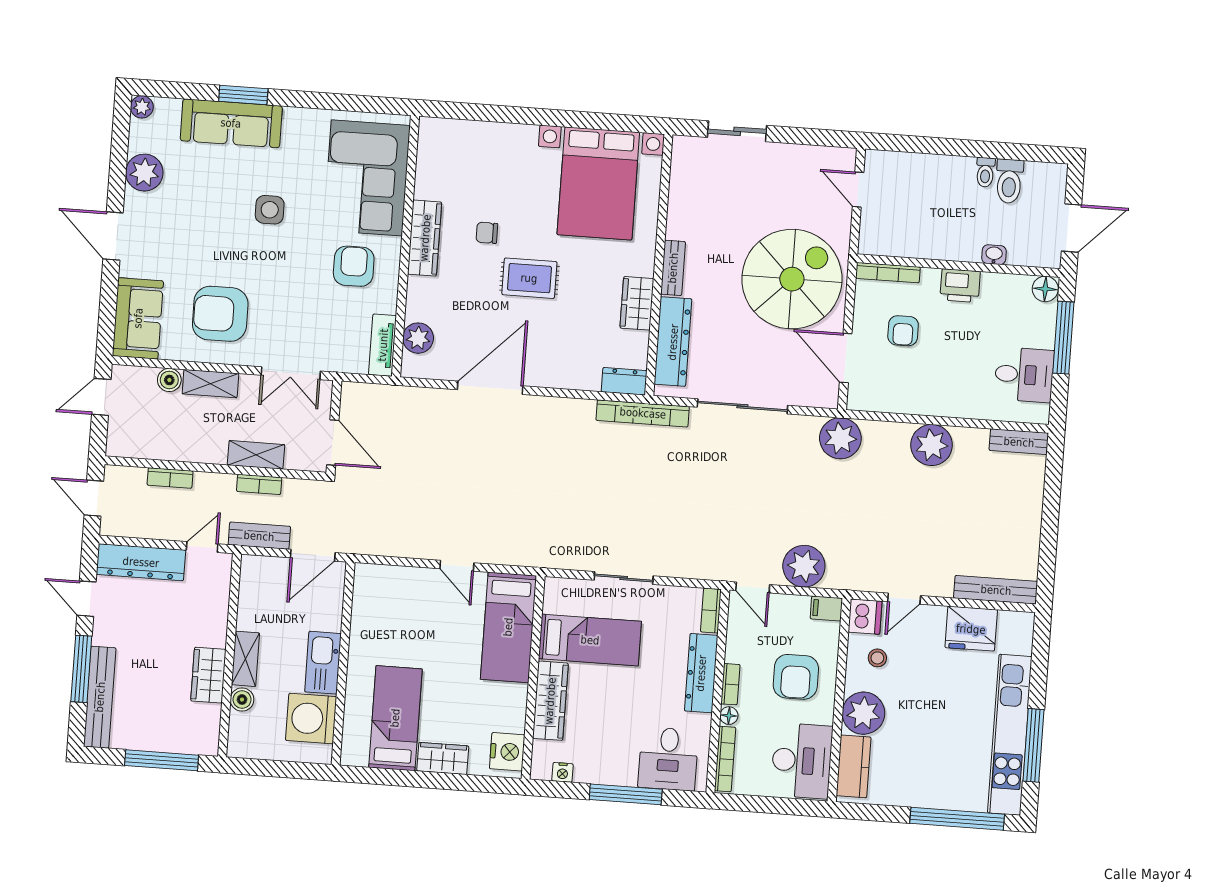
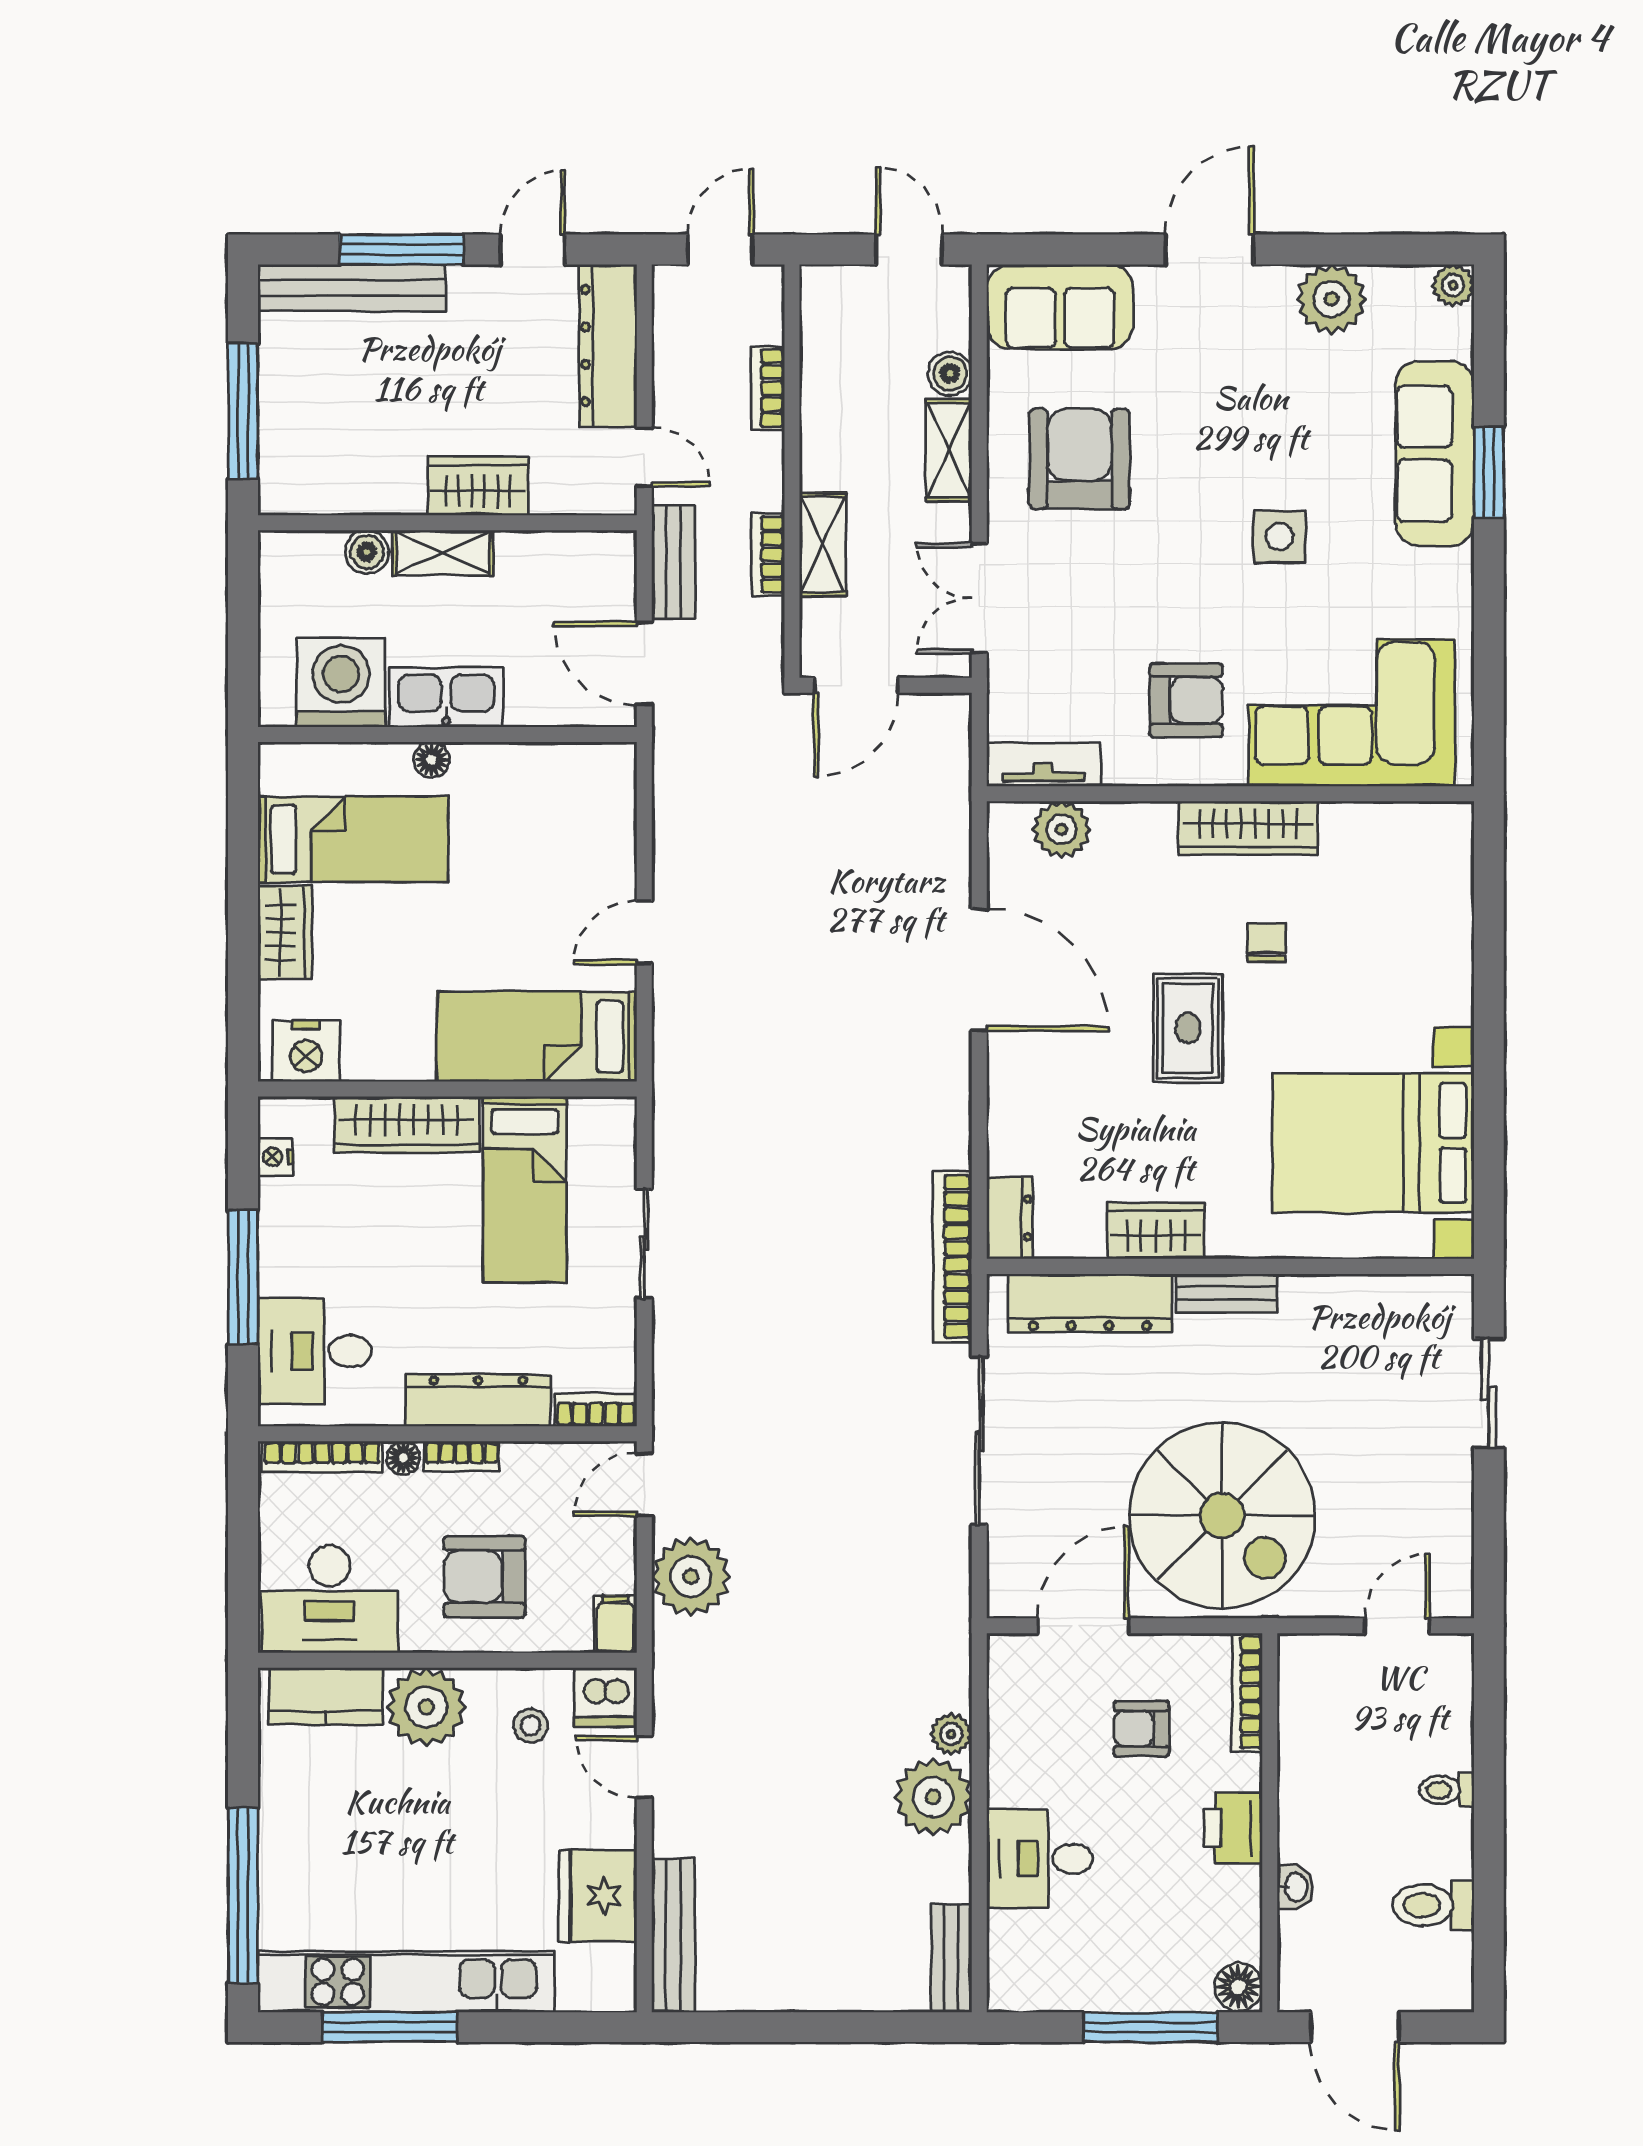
toilet: (985, 172) -> (1447, 1790), moved
desk: (1024, 375) -> (1040, 1859), moved, turned 90
plant: (840, 438) -> (951, 1734), moved, width x0.53, depth x0.53
floor lamp: (356, 673) -> (432, 760), added
wardrobe: (208, 675) -> (478, 486), moved

